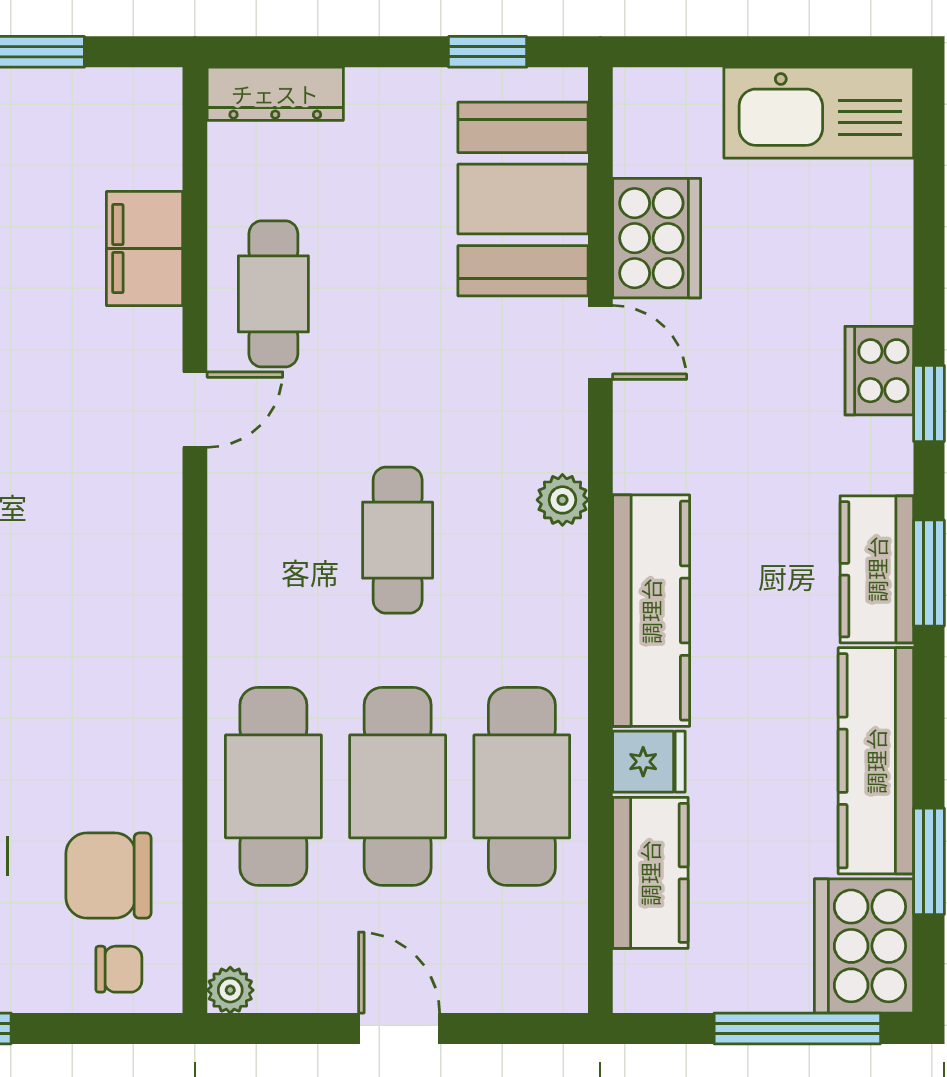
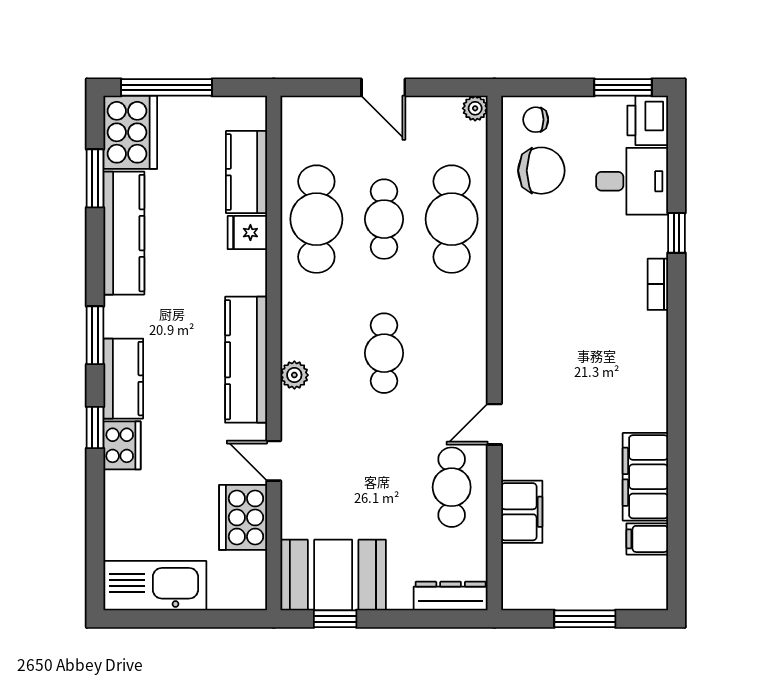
booth: (523, 199) -> (333, 575), moved, turned 90
kitchen counter: (877, 569) -> (123, 379), moved
kitchen counter: (651, 611) -> (246, 360), moved
cafe table: (398, 786) -> (384, 219), width x0.73, depth x0.74

